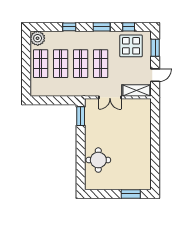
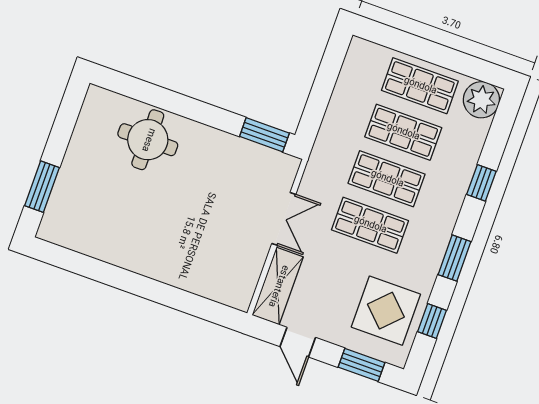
double door: (110, 97) -> (284, 219), swing flipped

